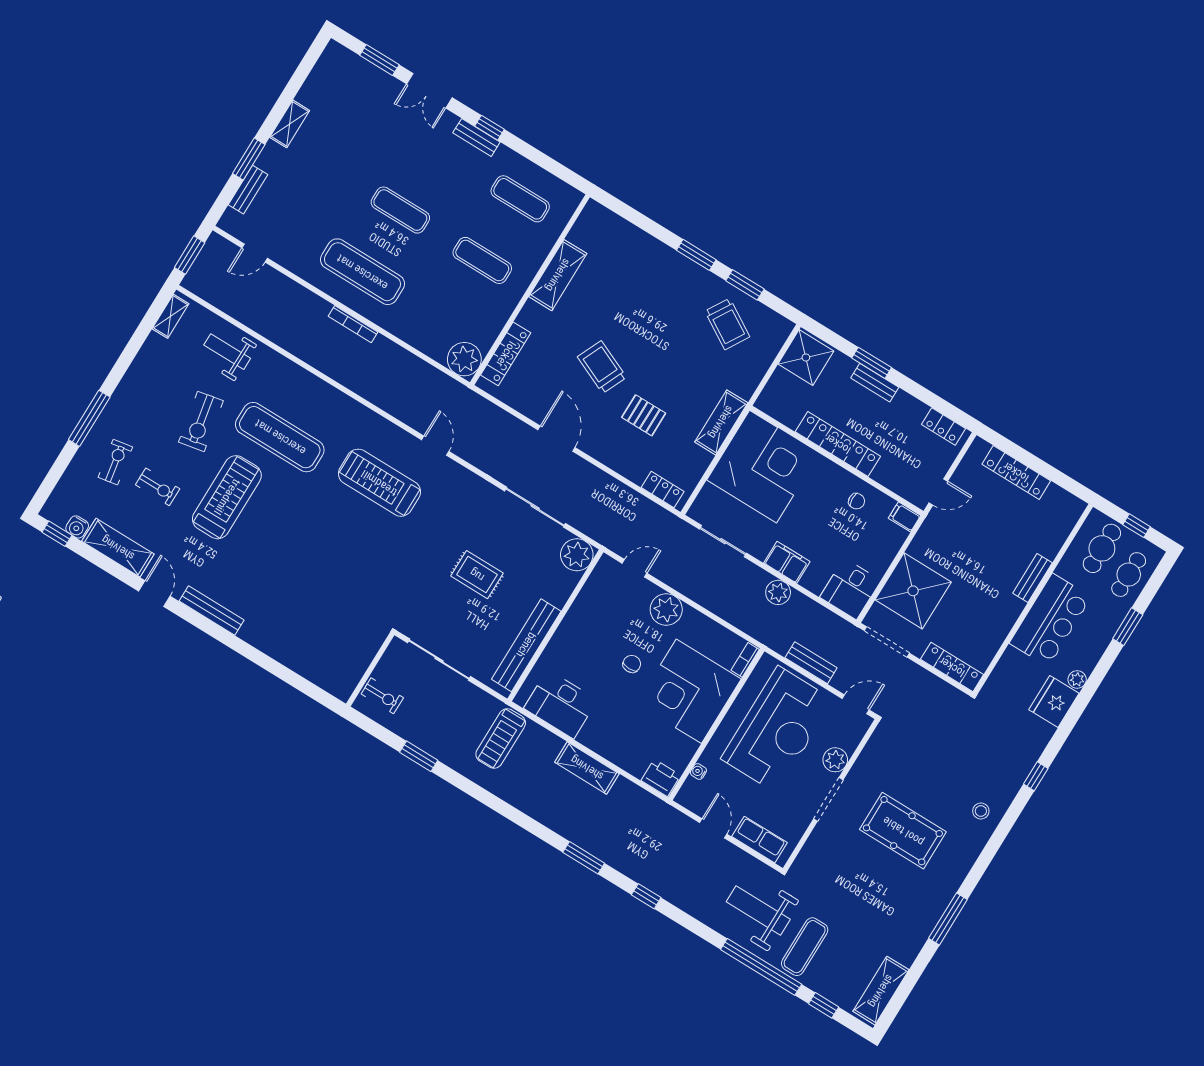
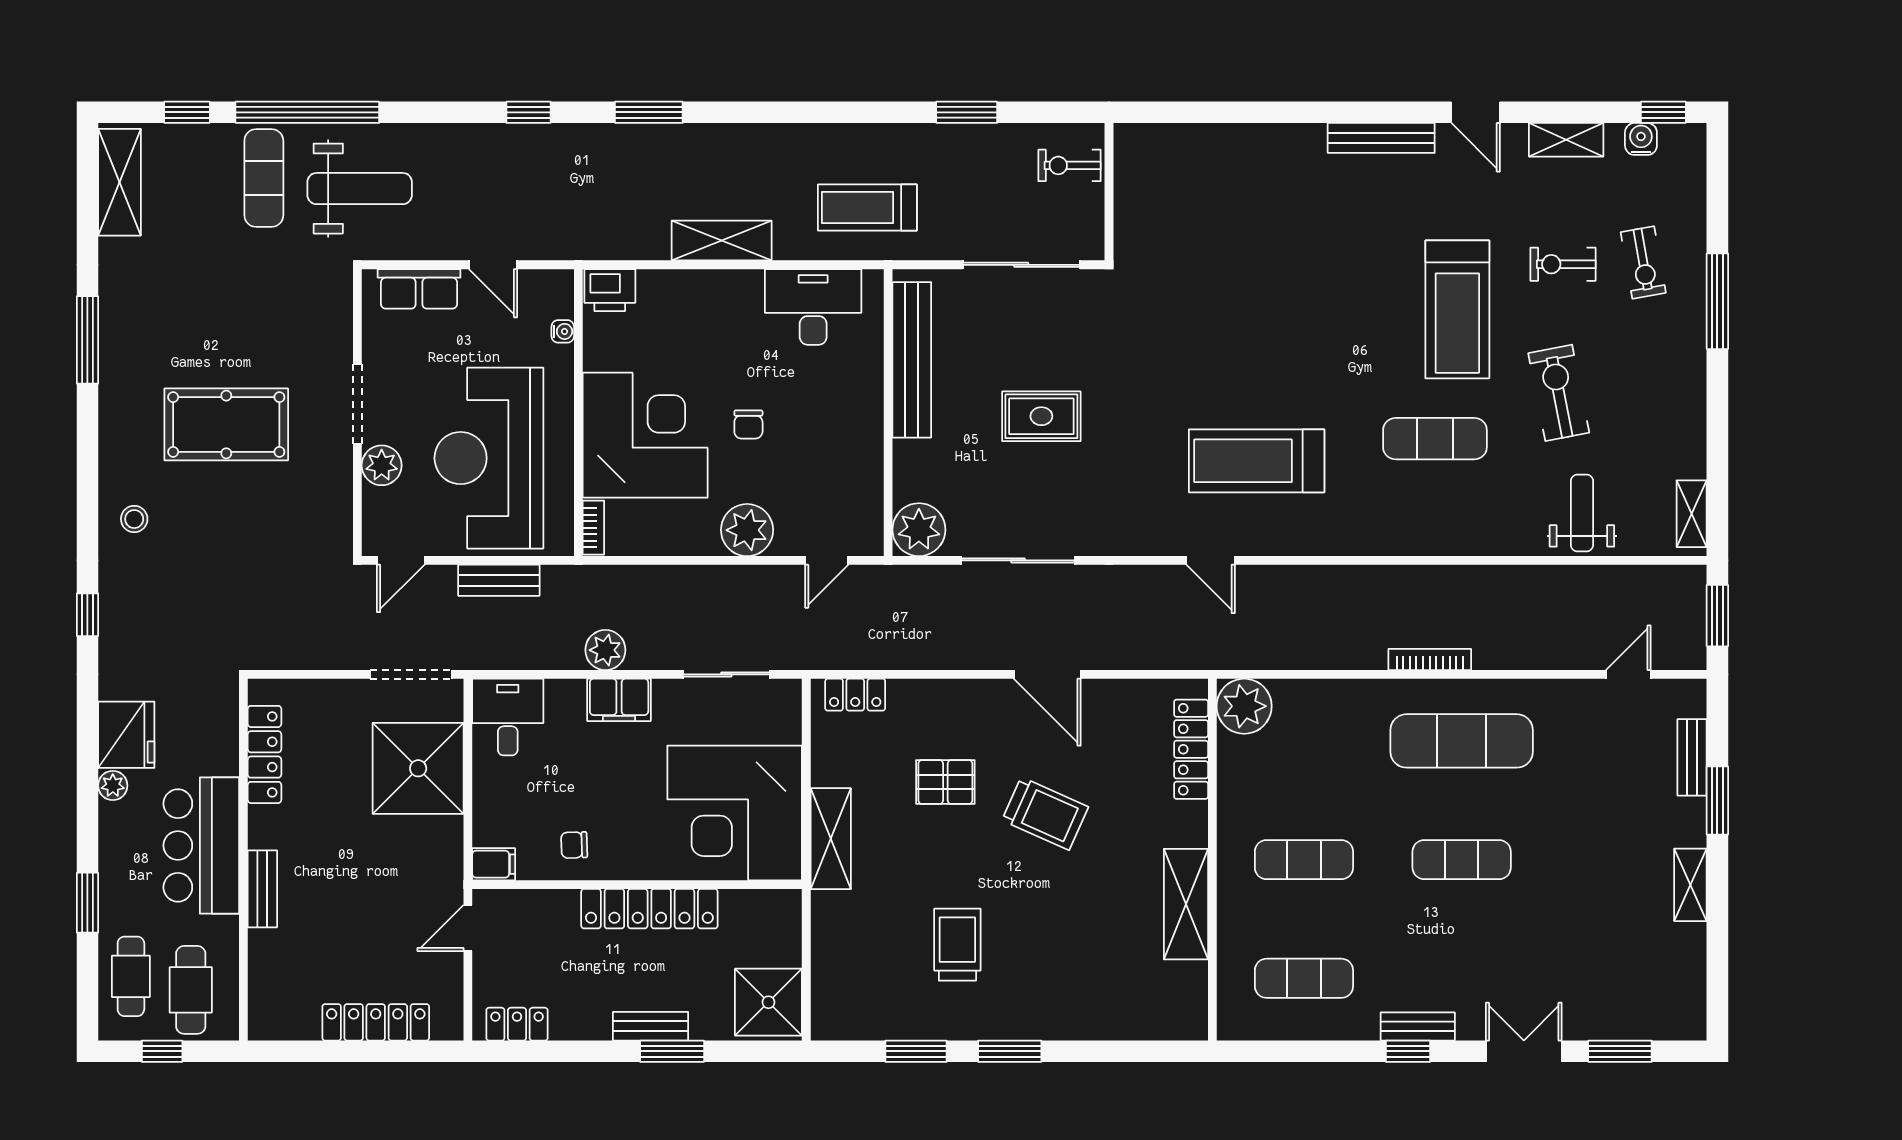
trolley: (727, 324) -> (957, 945), moved, turned 59
weight bench: (227, 352) -> (1582, 513), turned -90
exercise mat: (280, 437) -> (1435, 439), width x0.73, depth x0.69
treadmill: (379, 483) -> (1257, 461), turned 180
shelving: (118, 548) -> (1566, 140), width x0.67, depth x0.75
locker: (952, 667) -> (265, 754), moved, turned -90
treadmill: (501, 739) -> (867, 208), turned -90

